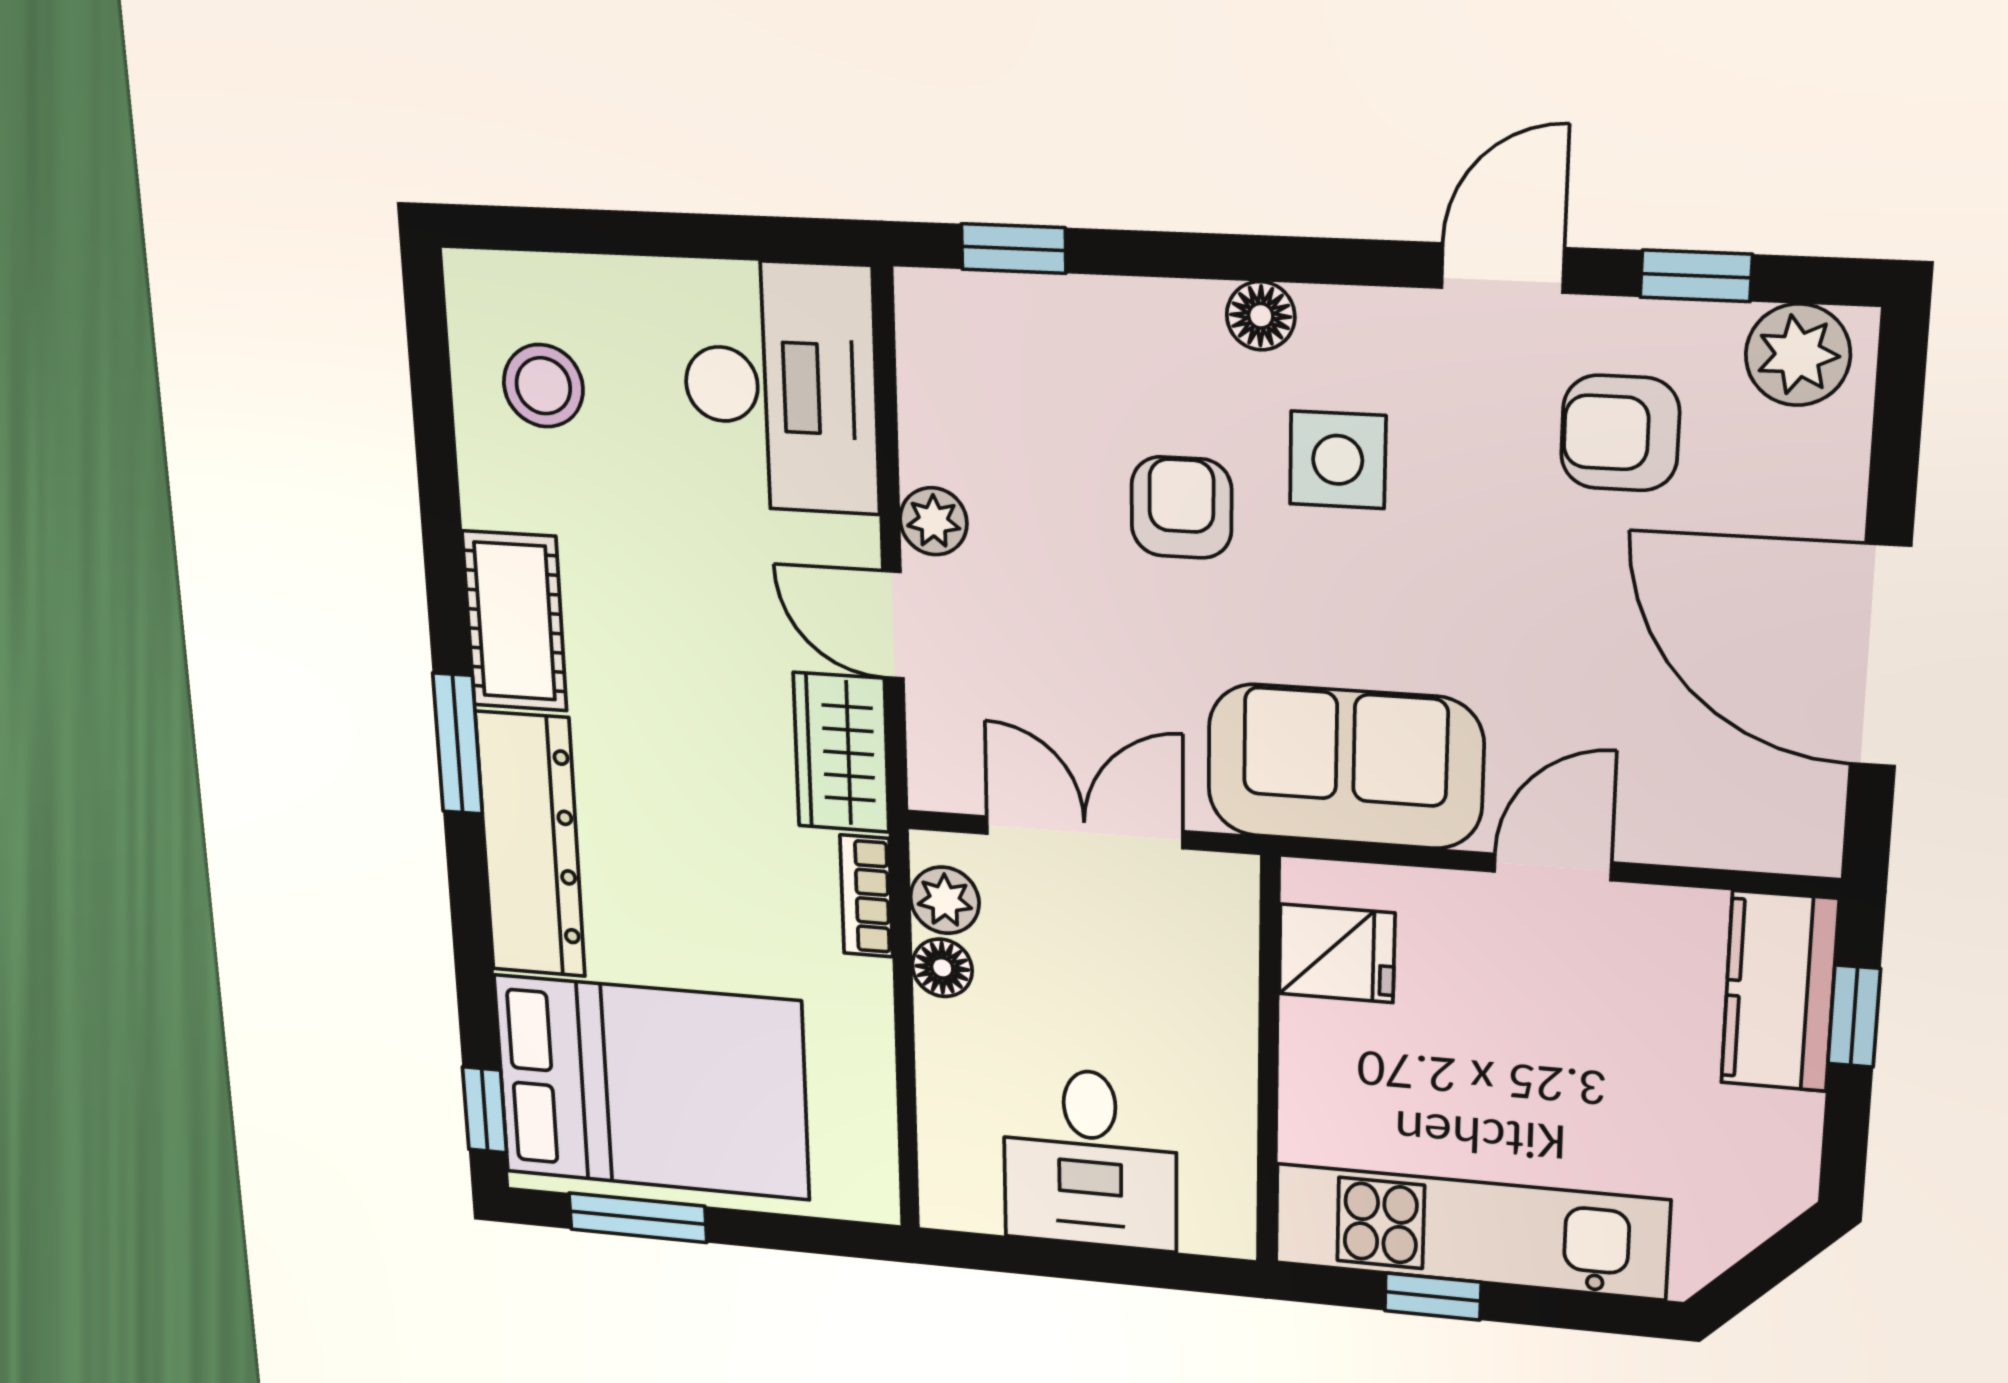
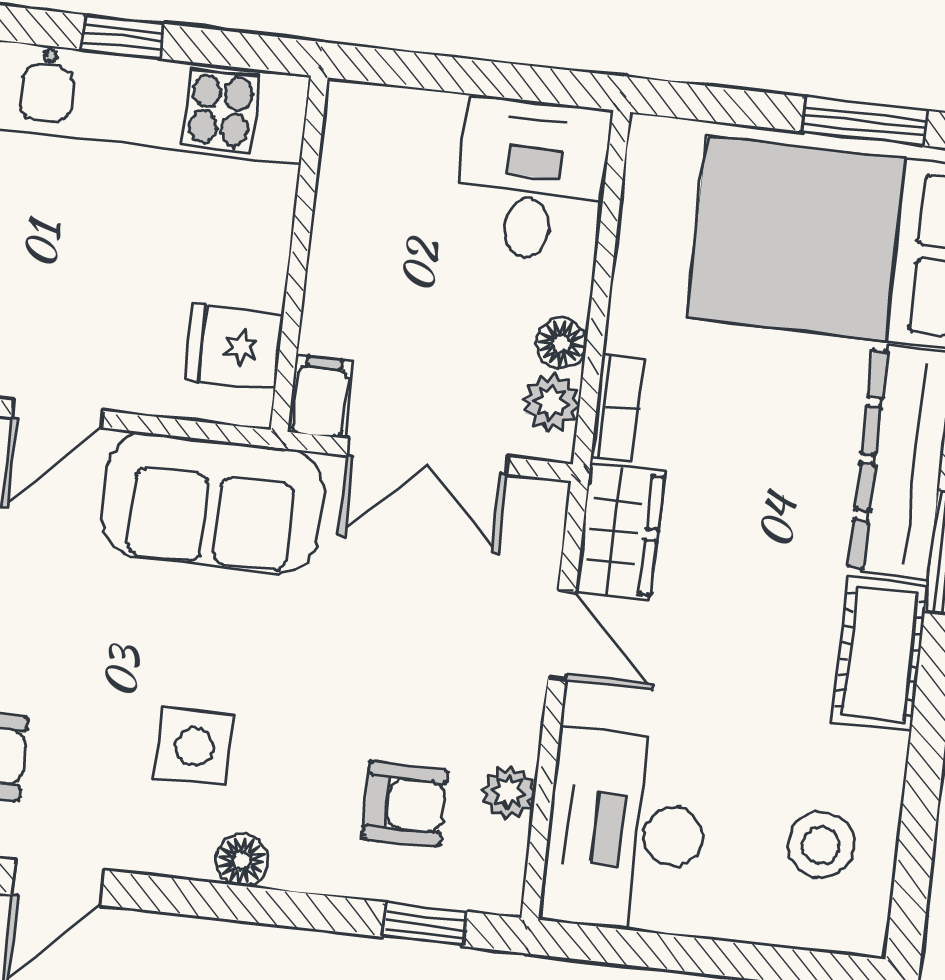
armchair: (1181, 507) -> (405, 804), moved, turned -90
plant: (933, 521) -> (509, 792), moved
filing cabinet: (1224, 898) -> (321, 397), added
desk: (1090, 1159) -> (532, 180), moved
window: (1433, 1296) -> (123, 37), moved

